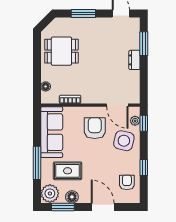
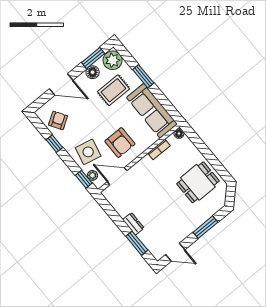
floor lamp: (46, 86) -> (179, 133), moved
window: (37, 163) -> (143, 76), width x0.69
armchair: (127, 182) -> (58, 120), turned -122

